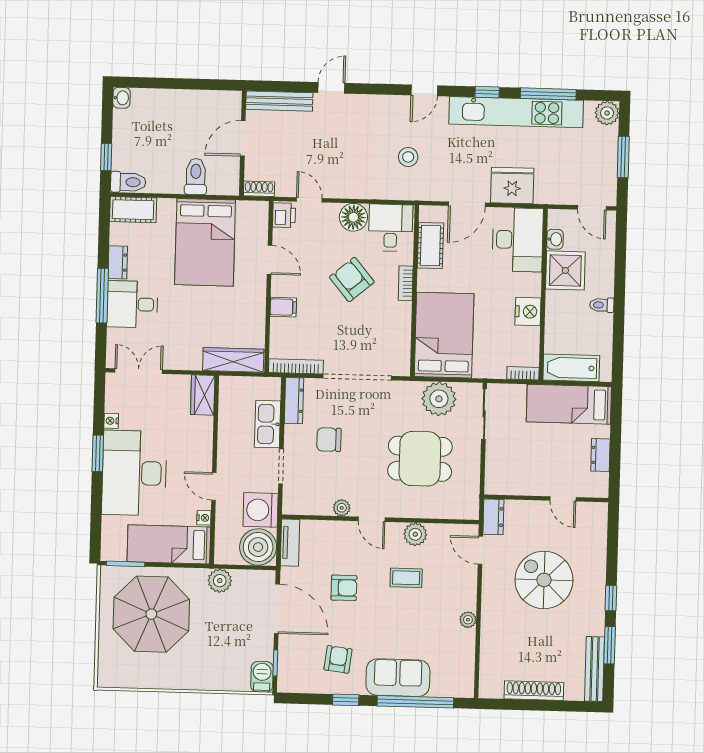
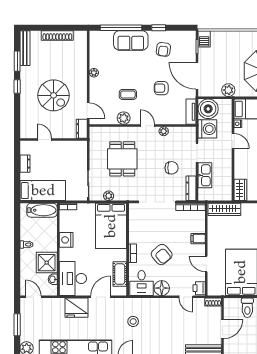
plant: (439, 399) -> (109, 196), width x0.53, depth x0.53
dining table: (420, 459) -> (122, 159), turned 90

